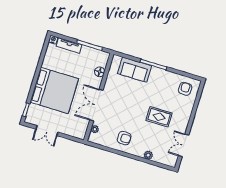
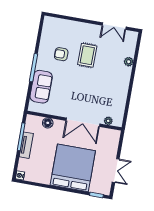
tv unit: (69, 45) -> (26, 145), moved
armchair: (185, 89) -> (61, 54), moved
armchair: (124, 138) -> (114, 89), removed

